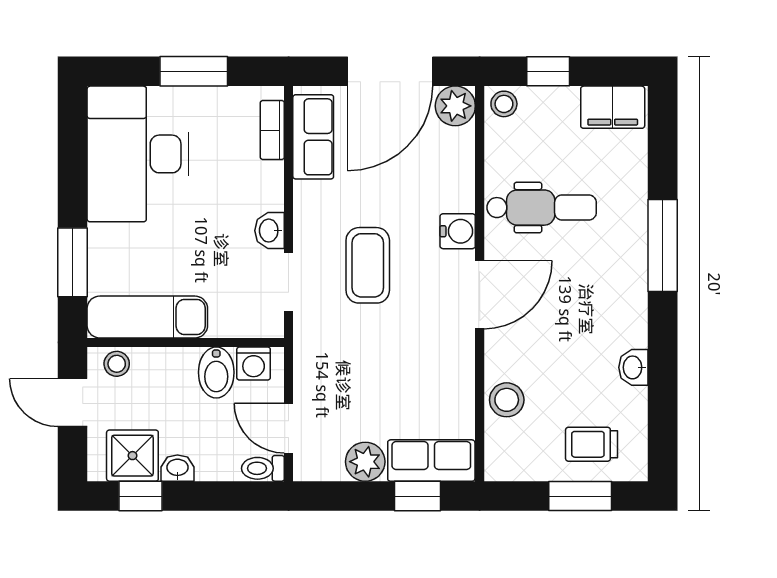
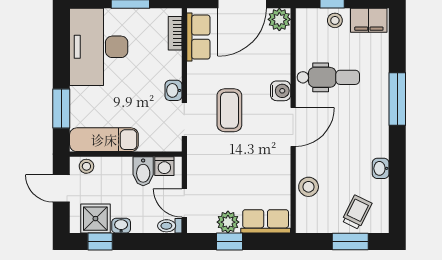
stool: (504, 104) -> (335, 20), moved
trolley: (592, 444) -> (357, 212), turned 116
window: (417, 496) -> (230, 242), moved

